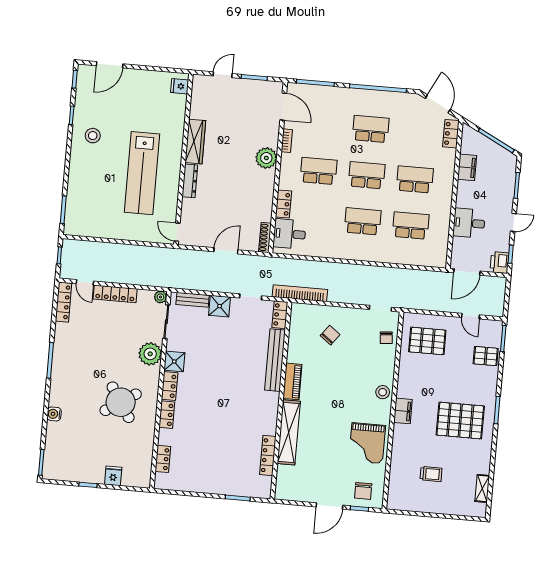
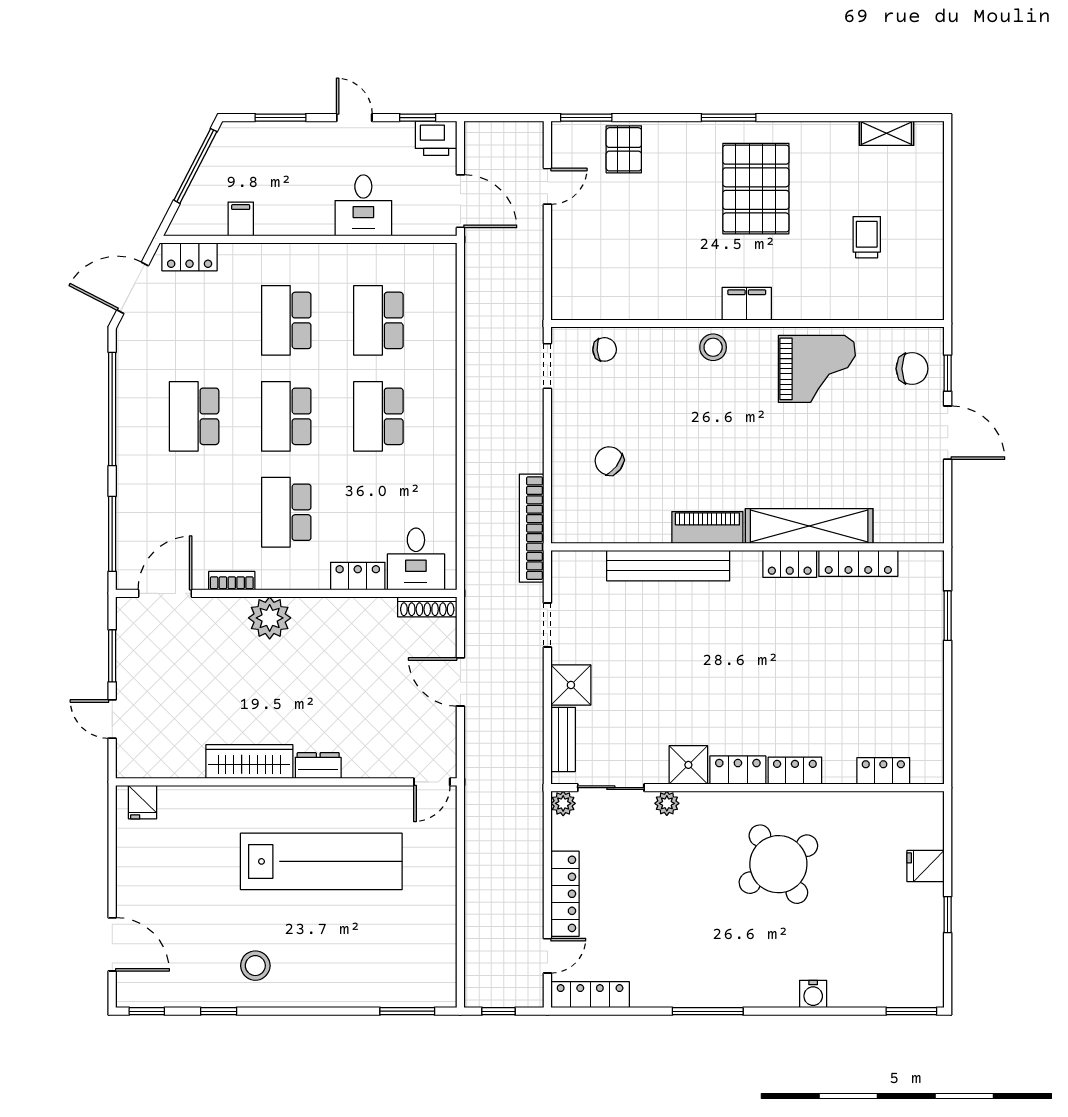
filing cabinet: (467, 167) -> (241, 219), width x0.50
dresser: (190, 181) -> (318, 766), width x0.70
locker: (280, 315) -> (790, 564), moved
pallet: (427, 341) -> (604, 268), removed
plant: (150, 354) -> (667, 803), width x0.53, depth x0.53

